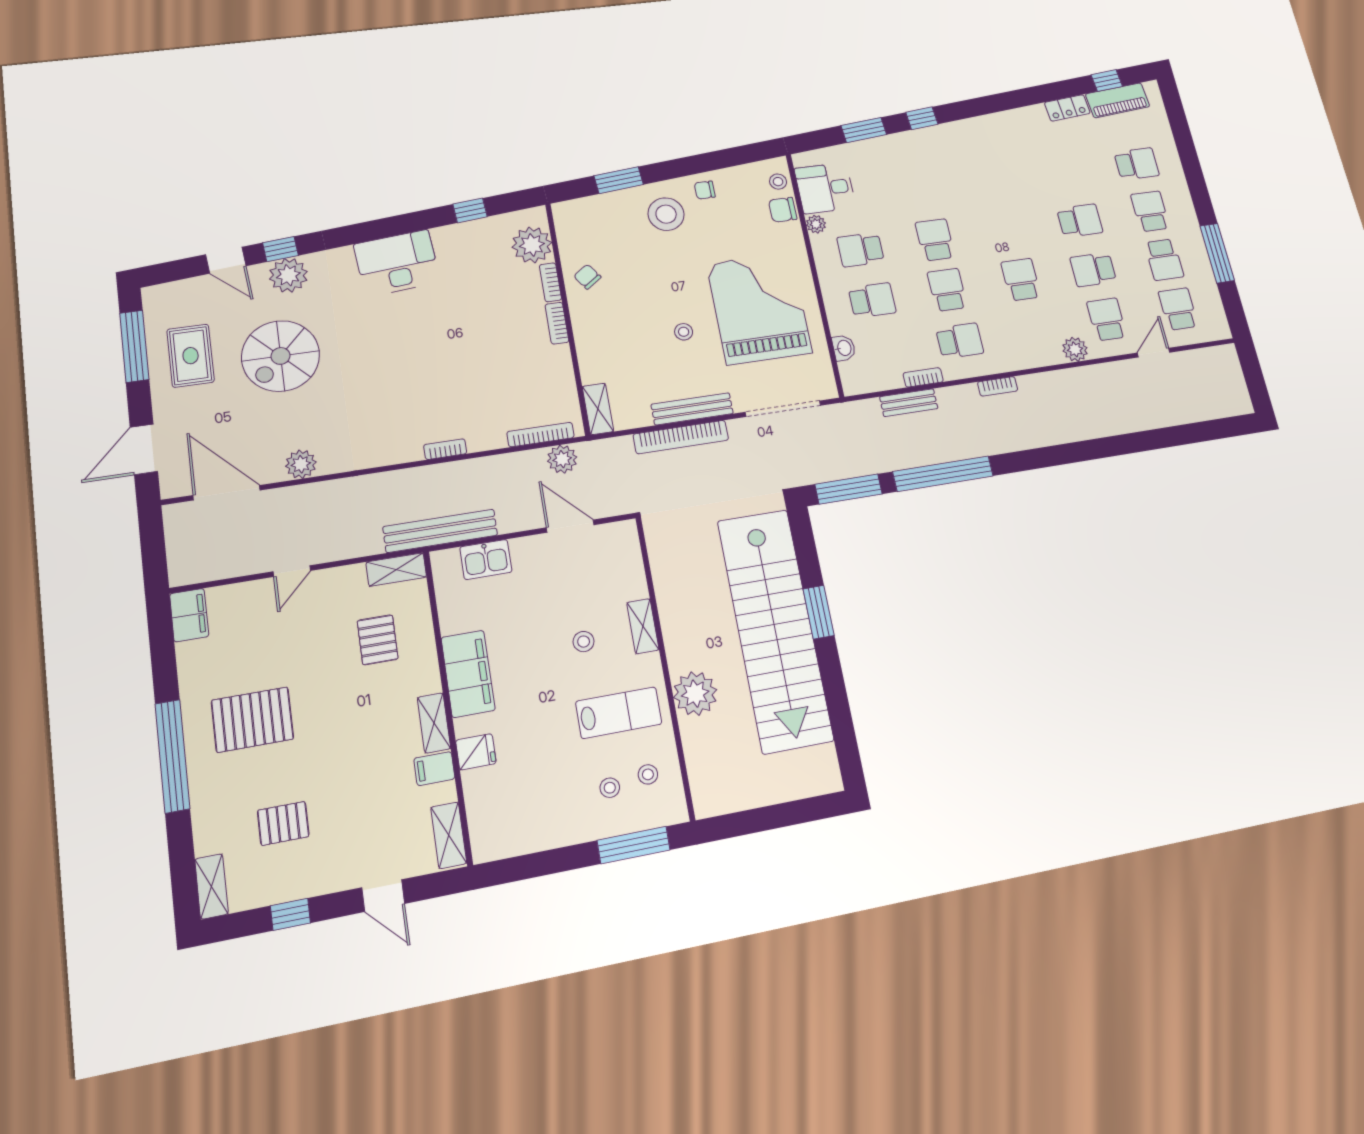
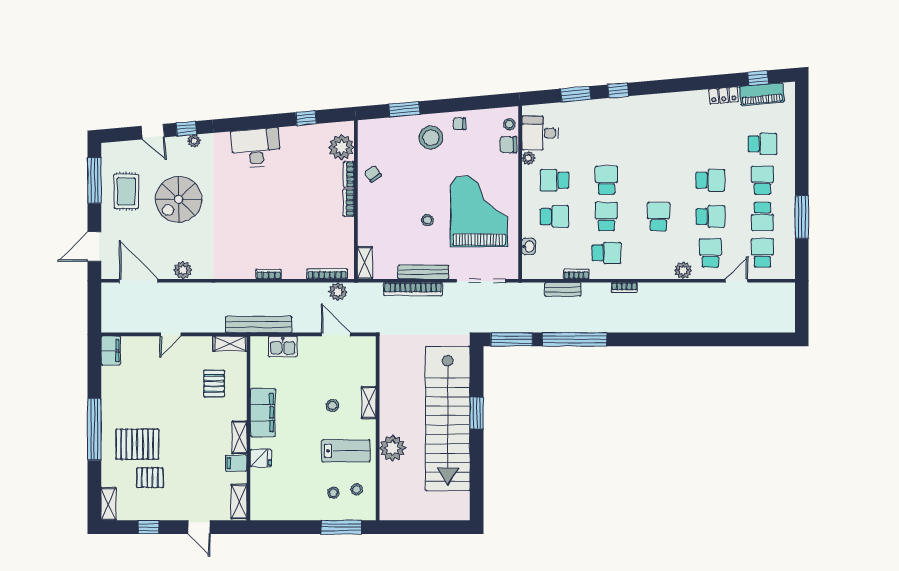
school desk: (1093, 270) -> (710, 217), turned 180
plant: (288, 275) -> (194, 141), width x0.53, depth x0.53
pallet: (252, 720) -> (137, 444), moved

